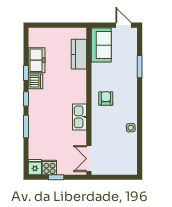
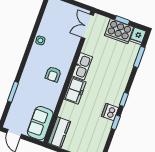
kitchen counter: (79, 54) -> (59, 132), moved
freezer: (37, 60) -> (75, 90), moved, turned 180
window: (26, 126) -> (139, 57), moved
double door: (89, 159) -> (87, 26), swing flipped
cooker: (49, 168) -> (119, 31), width x1.87, depth x1.31

